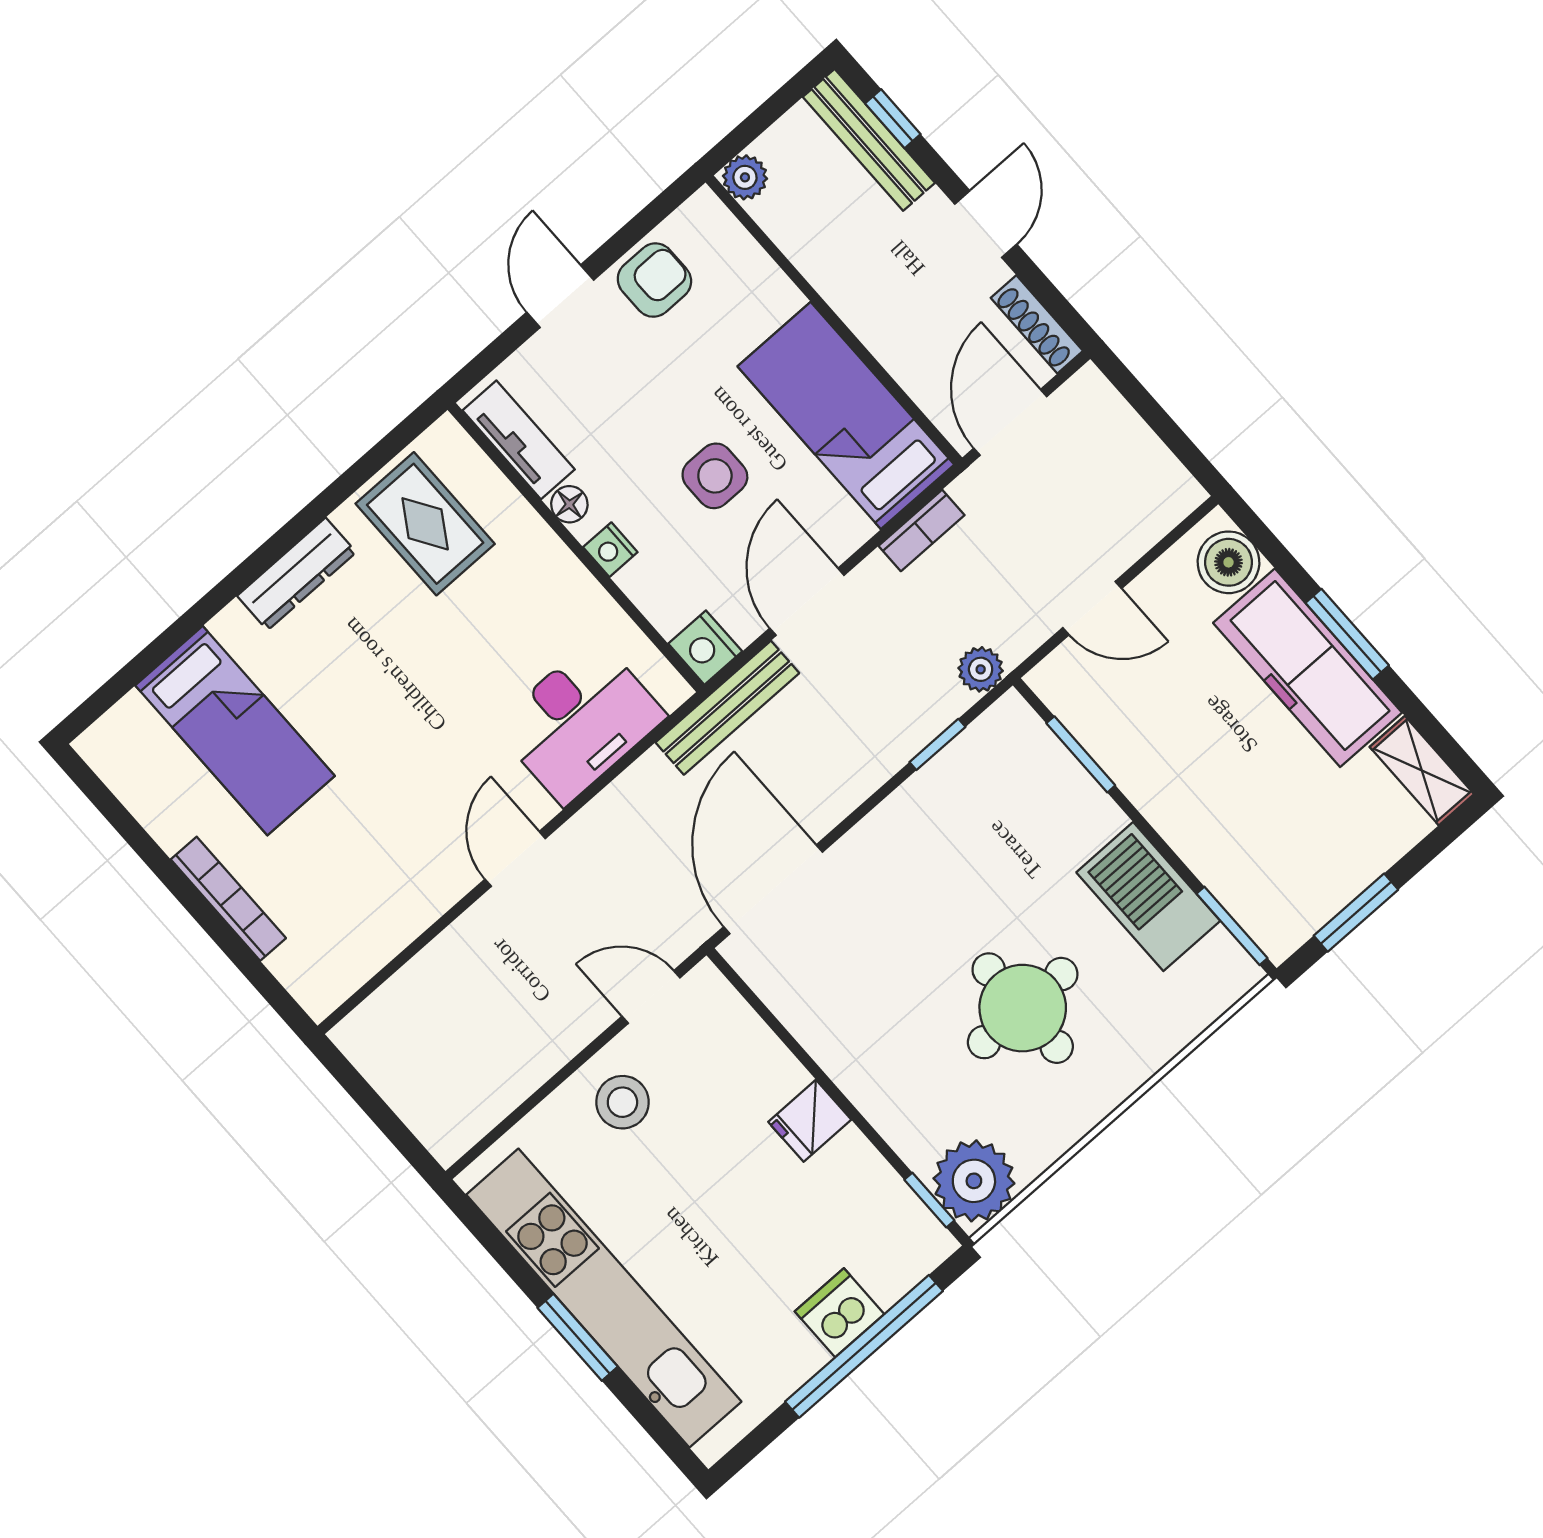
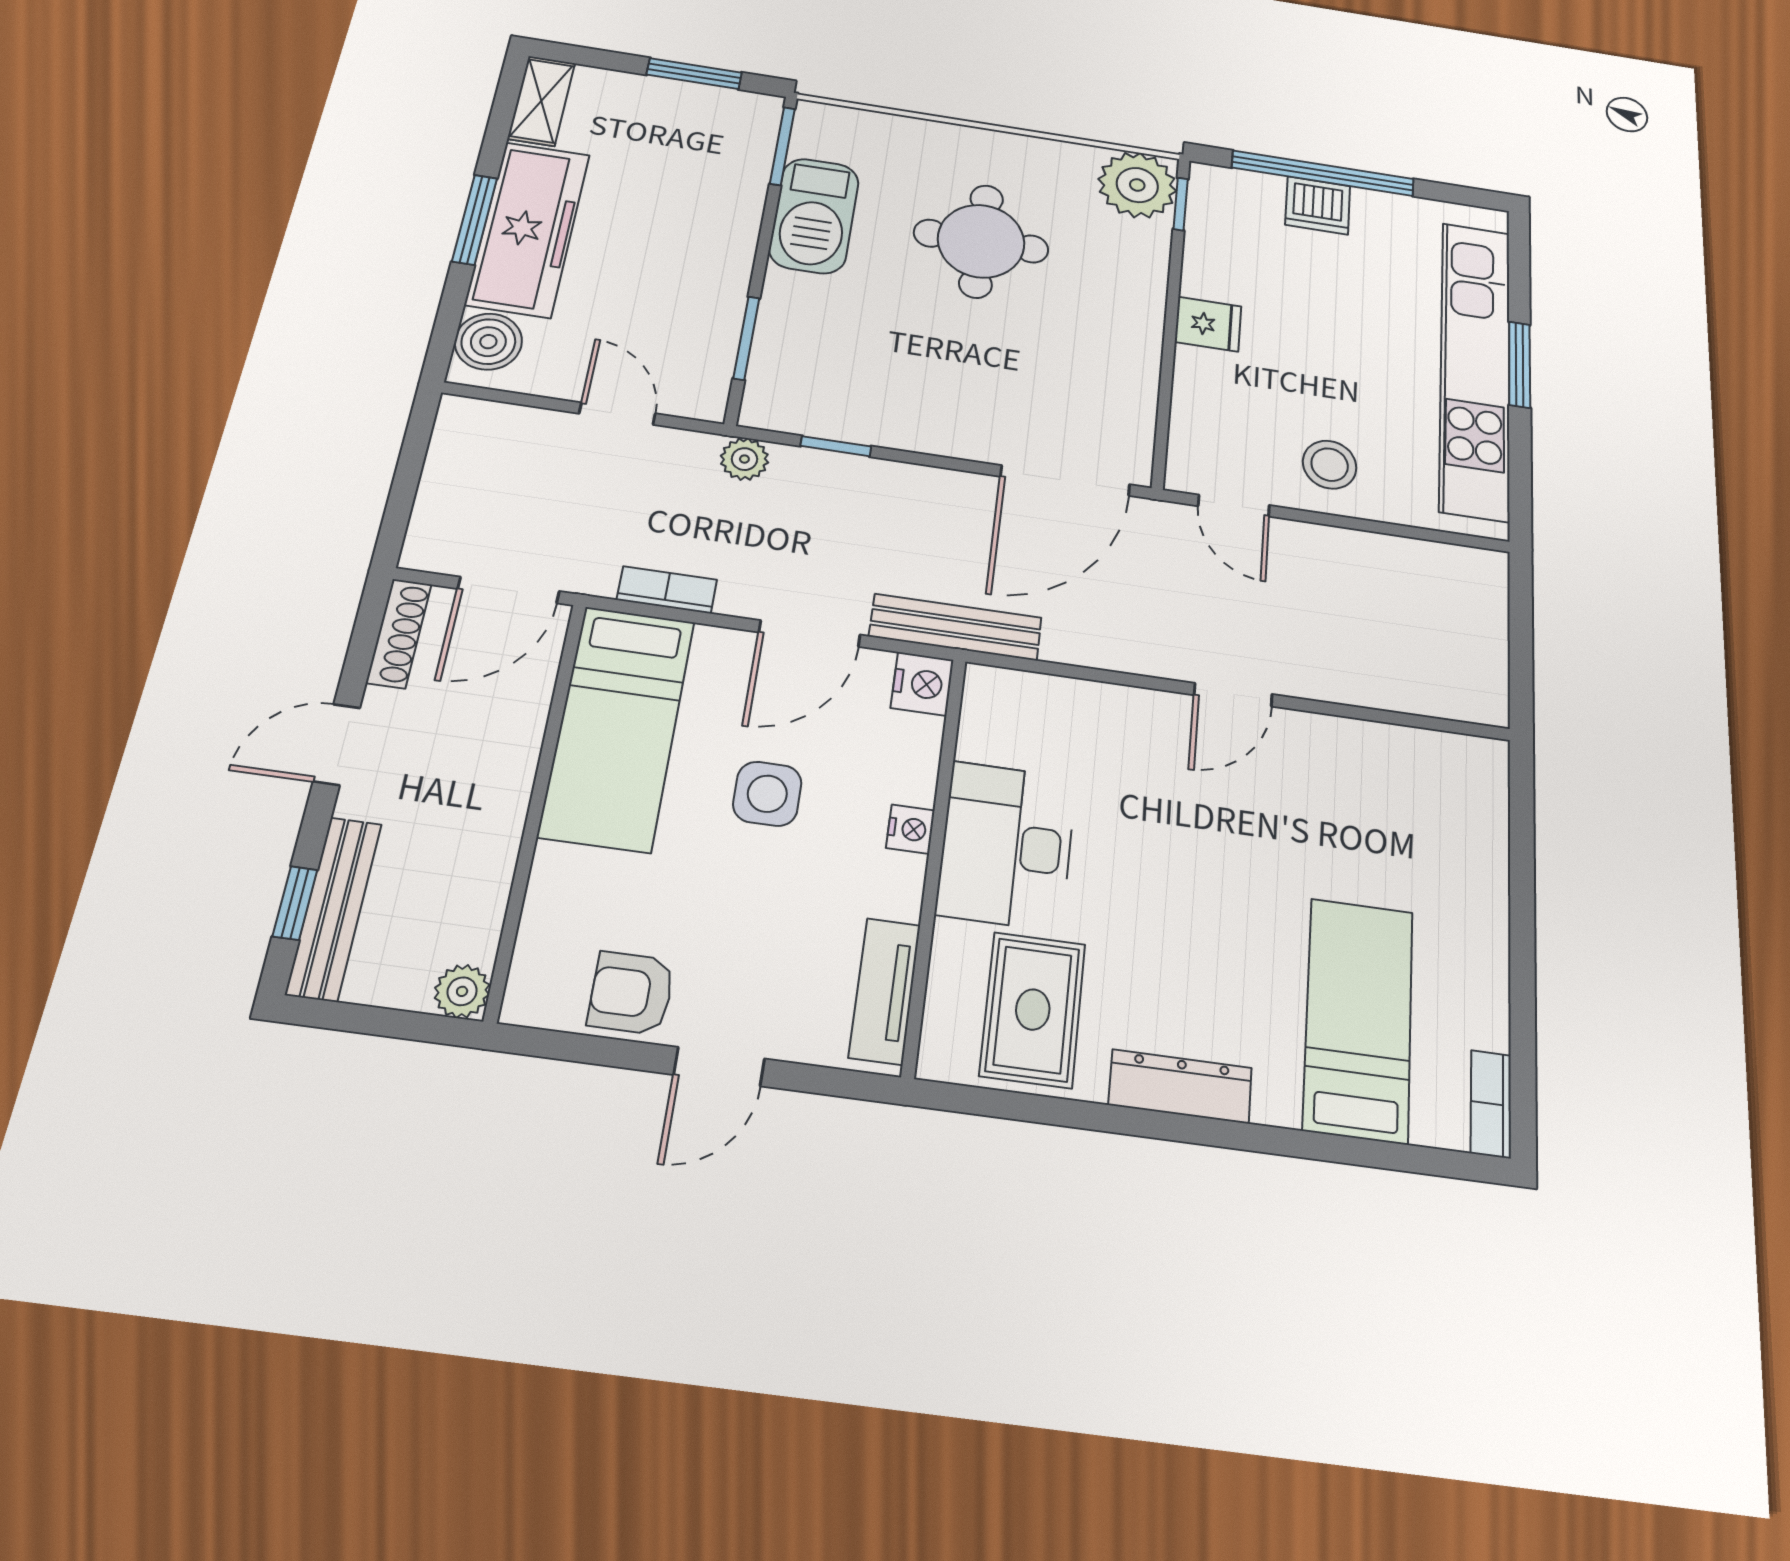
floor lamp: (569, 504) -> (902, 897), removed
desk: (580, 721) -> (1007, 846), moved, turned -90
bookcase: (228, 899) -> (1491, 1104), moved, width x0.64

